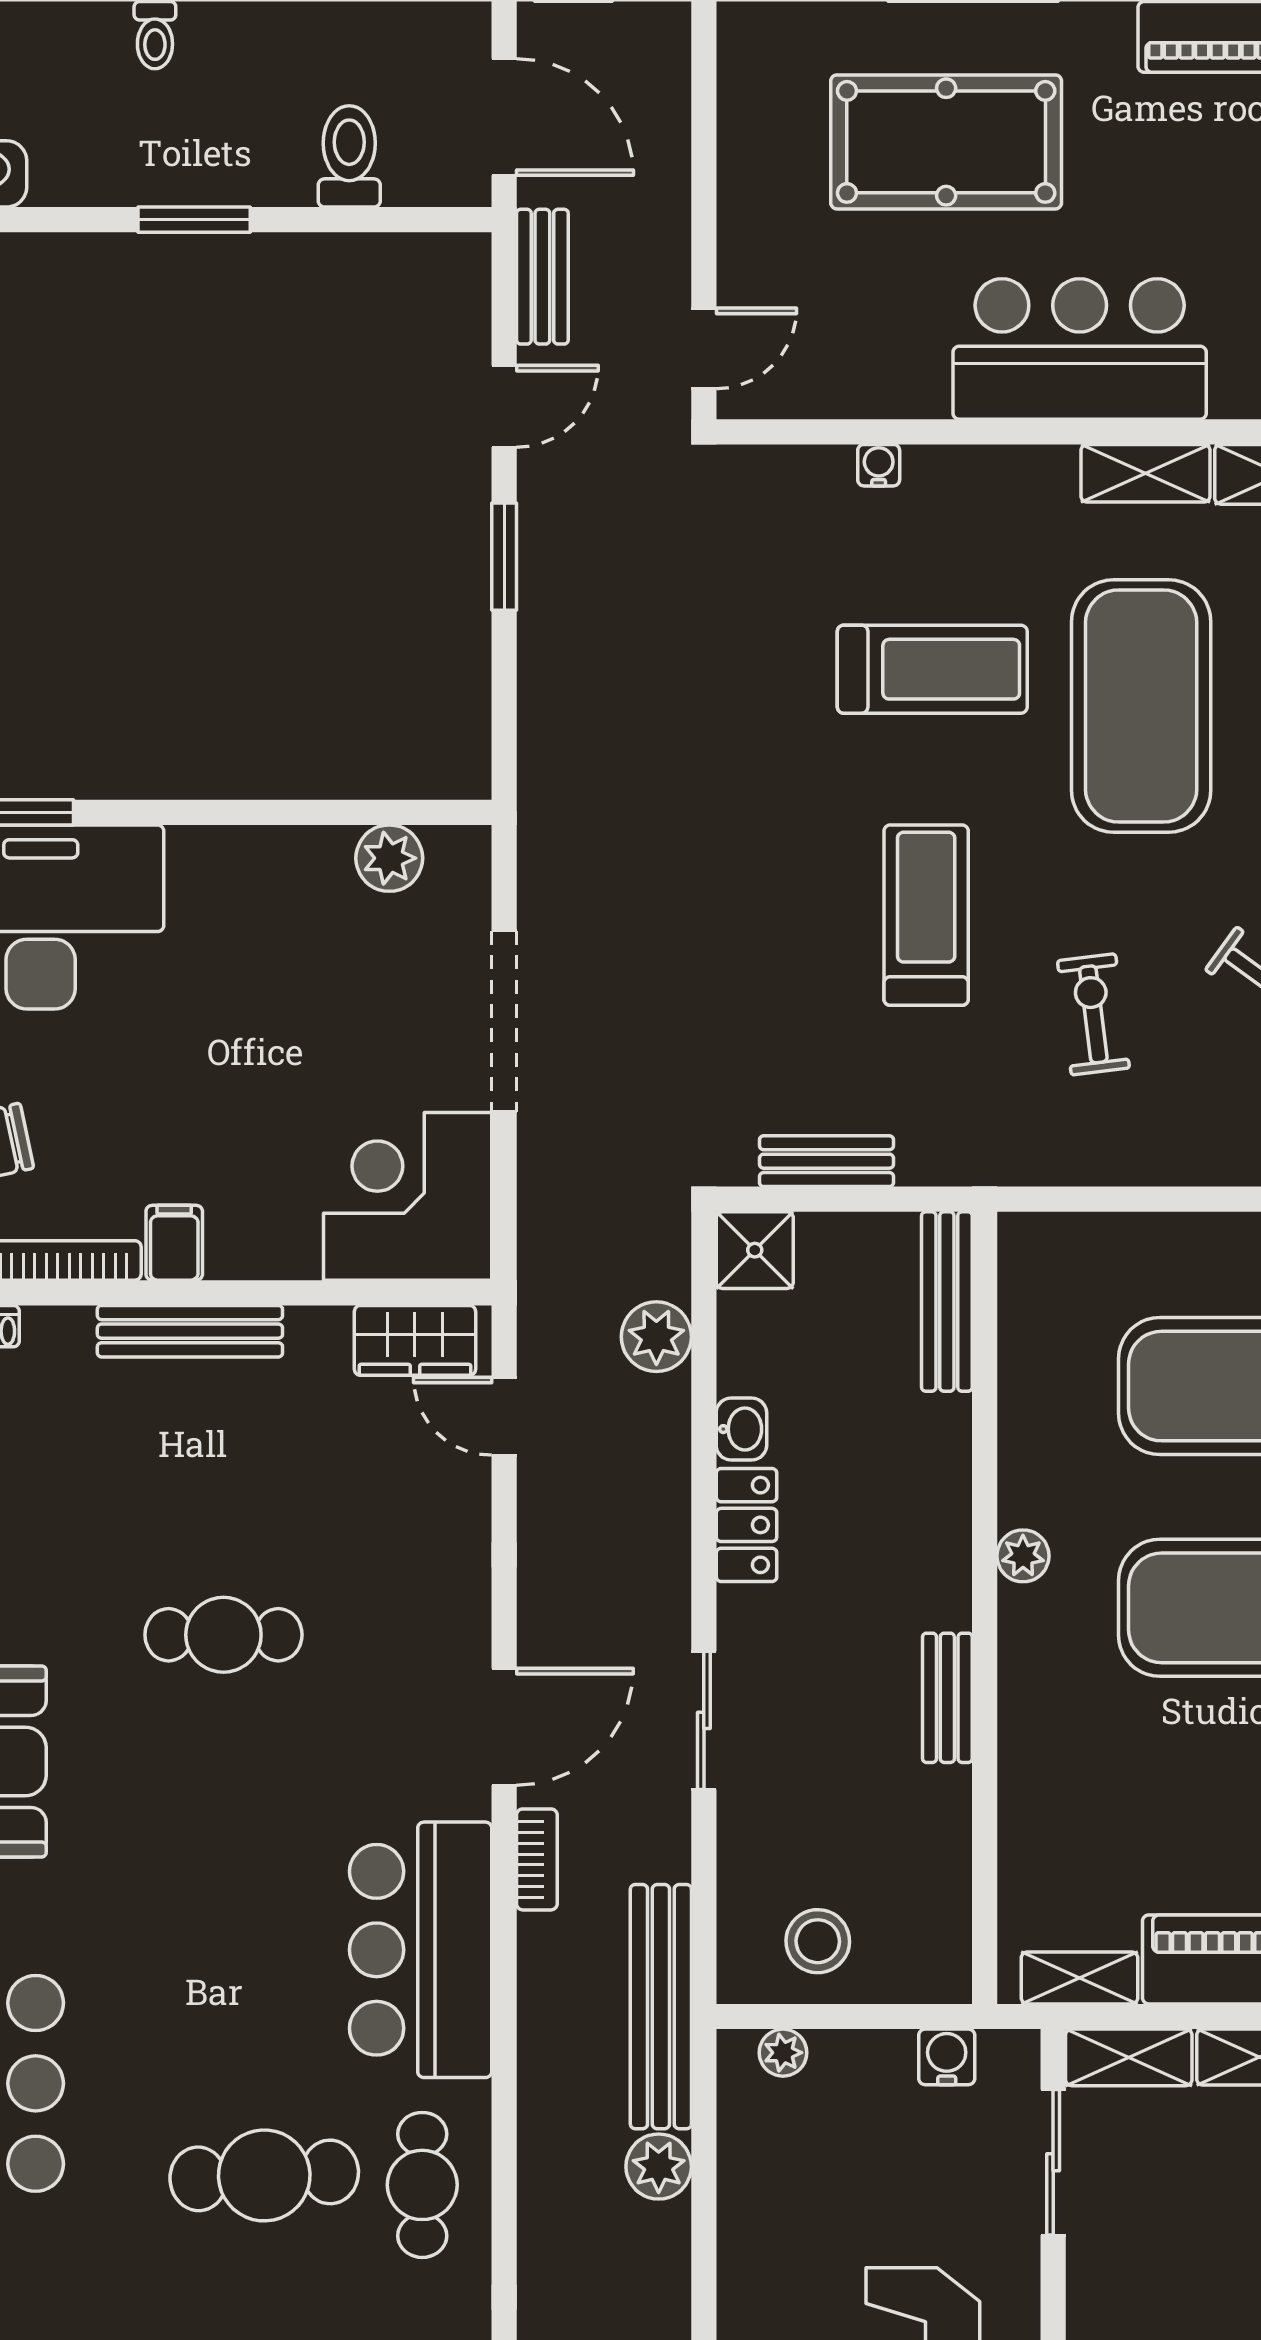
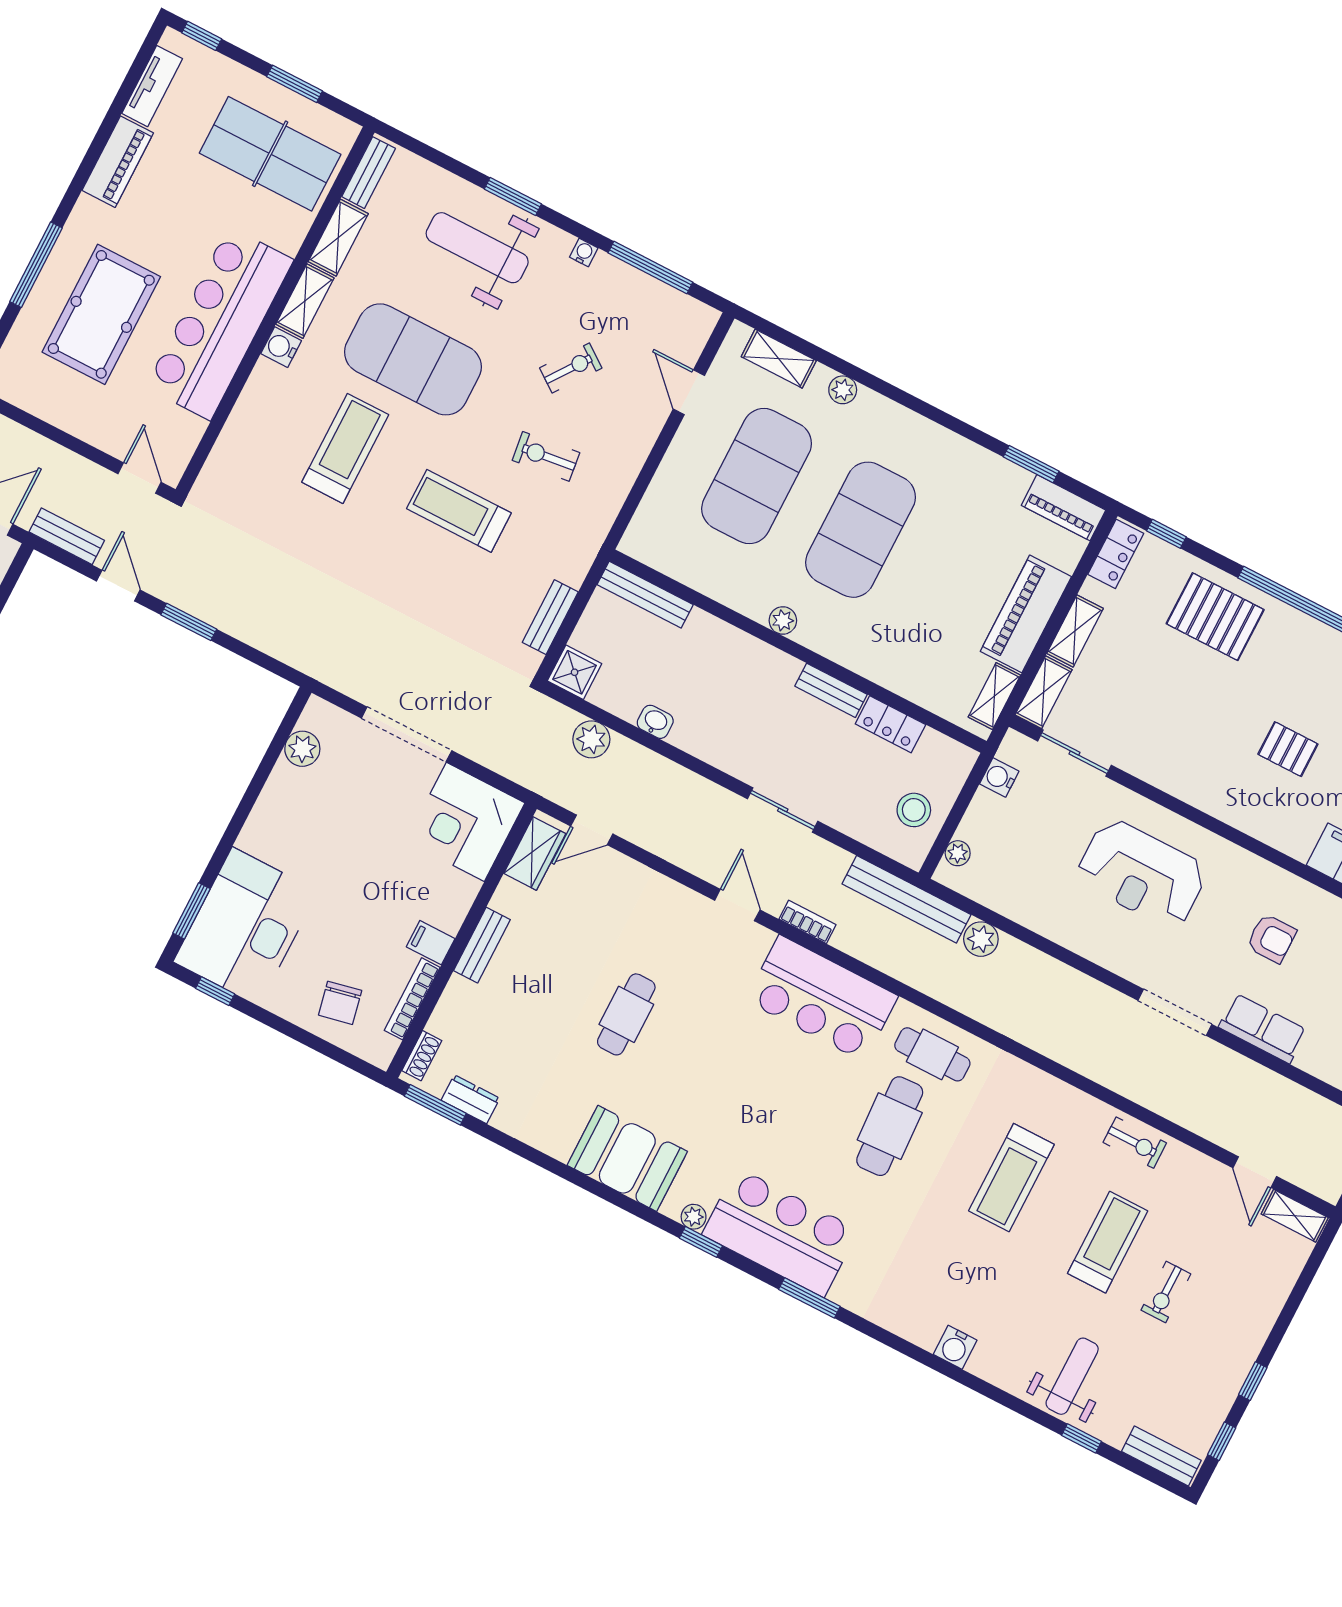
bar counter: (1080, 349) -> (220, 323), width x1.36
water cooler: (879, 465) -> (281, 347), moved, width x1.38, depth x1.38
bench: (190, 1331) -> (482, 945), width x0.73
locker: (746, 1525) -> (890, 724), moved, turned 180
door: (504, 1727) -> (737, 905), width x0.73

